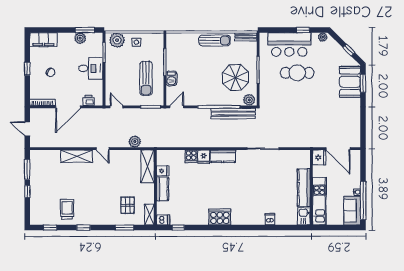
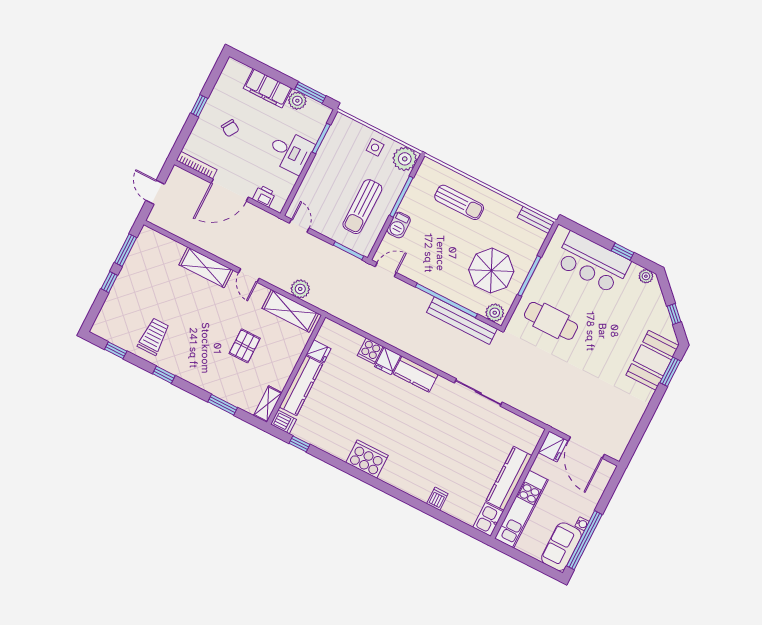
filing cabinet: (43, 40) -> (268, 88), moved
plant: (117, 40) -> (405, 159), moved
sun lounger: (215, 41) -> (459, 202), moved
cafe table: (297, 73) -> (551, 321), moved
shelving: (148, 166) -> (290, 311), moved, turned 90
kitchen counter: (163, 189) -> (301, 386), width x1.50
pallet: (127, 205) -> (245, 346), moved

